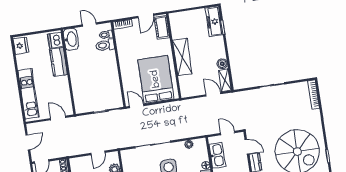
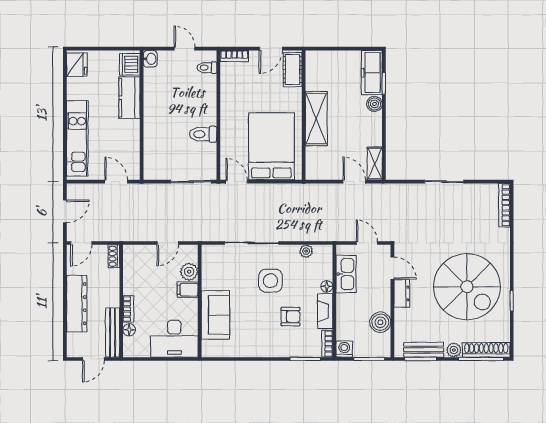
washbasin: (71, 39) -> (150, 59), width x0.52, depth x0.69
toilet: (105, 45) -> (203, 134), moved
boiler: (222, 64) -> (375, 104), moved

